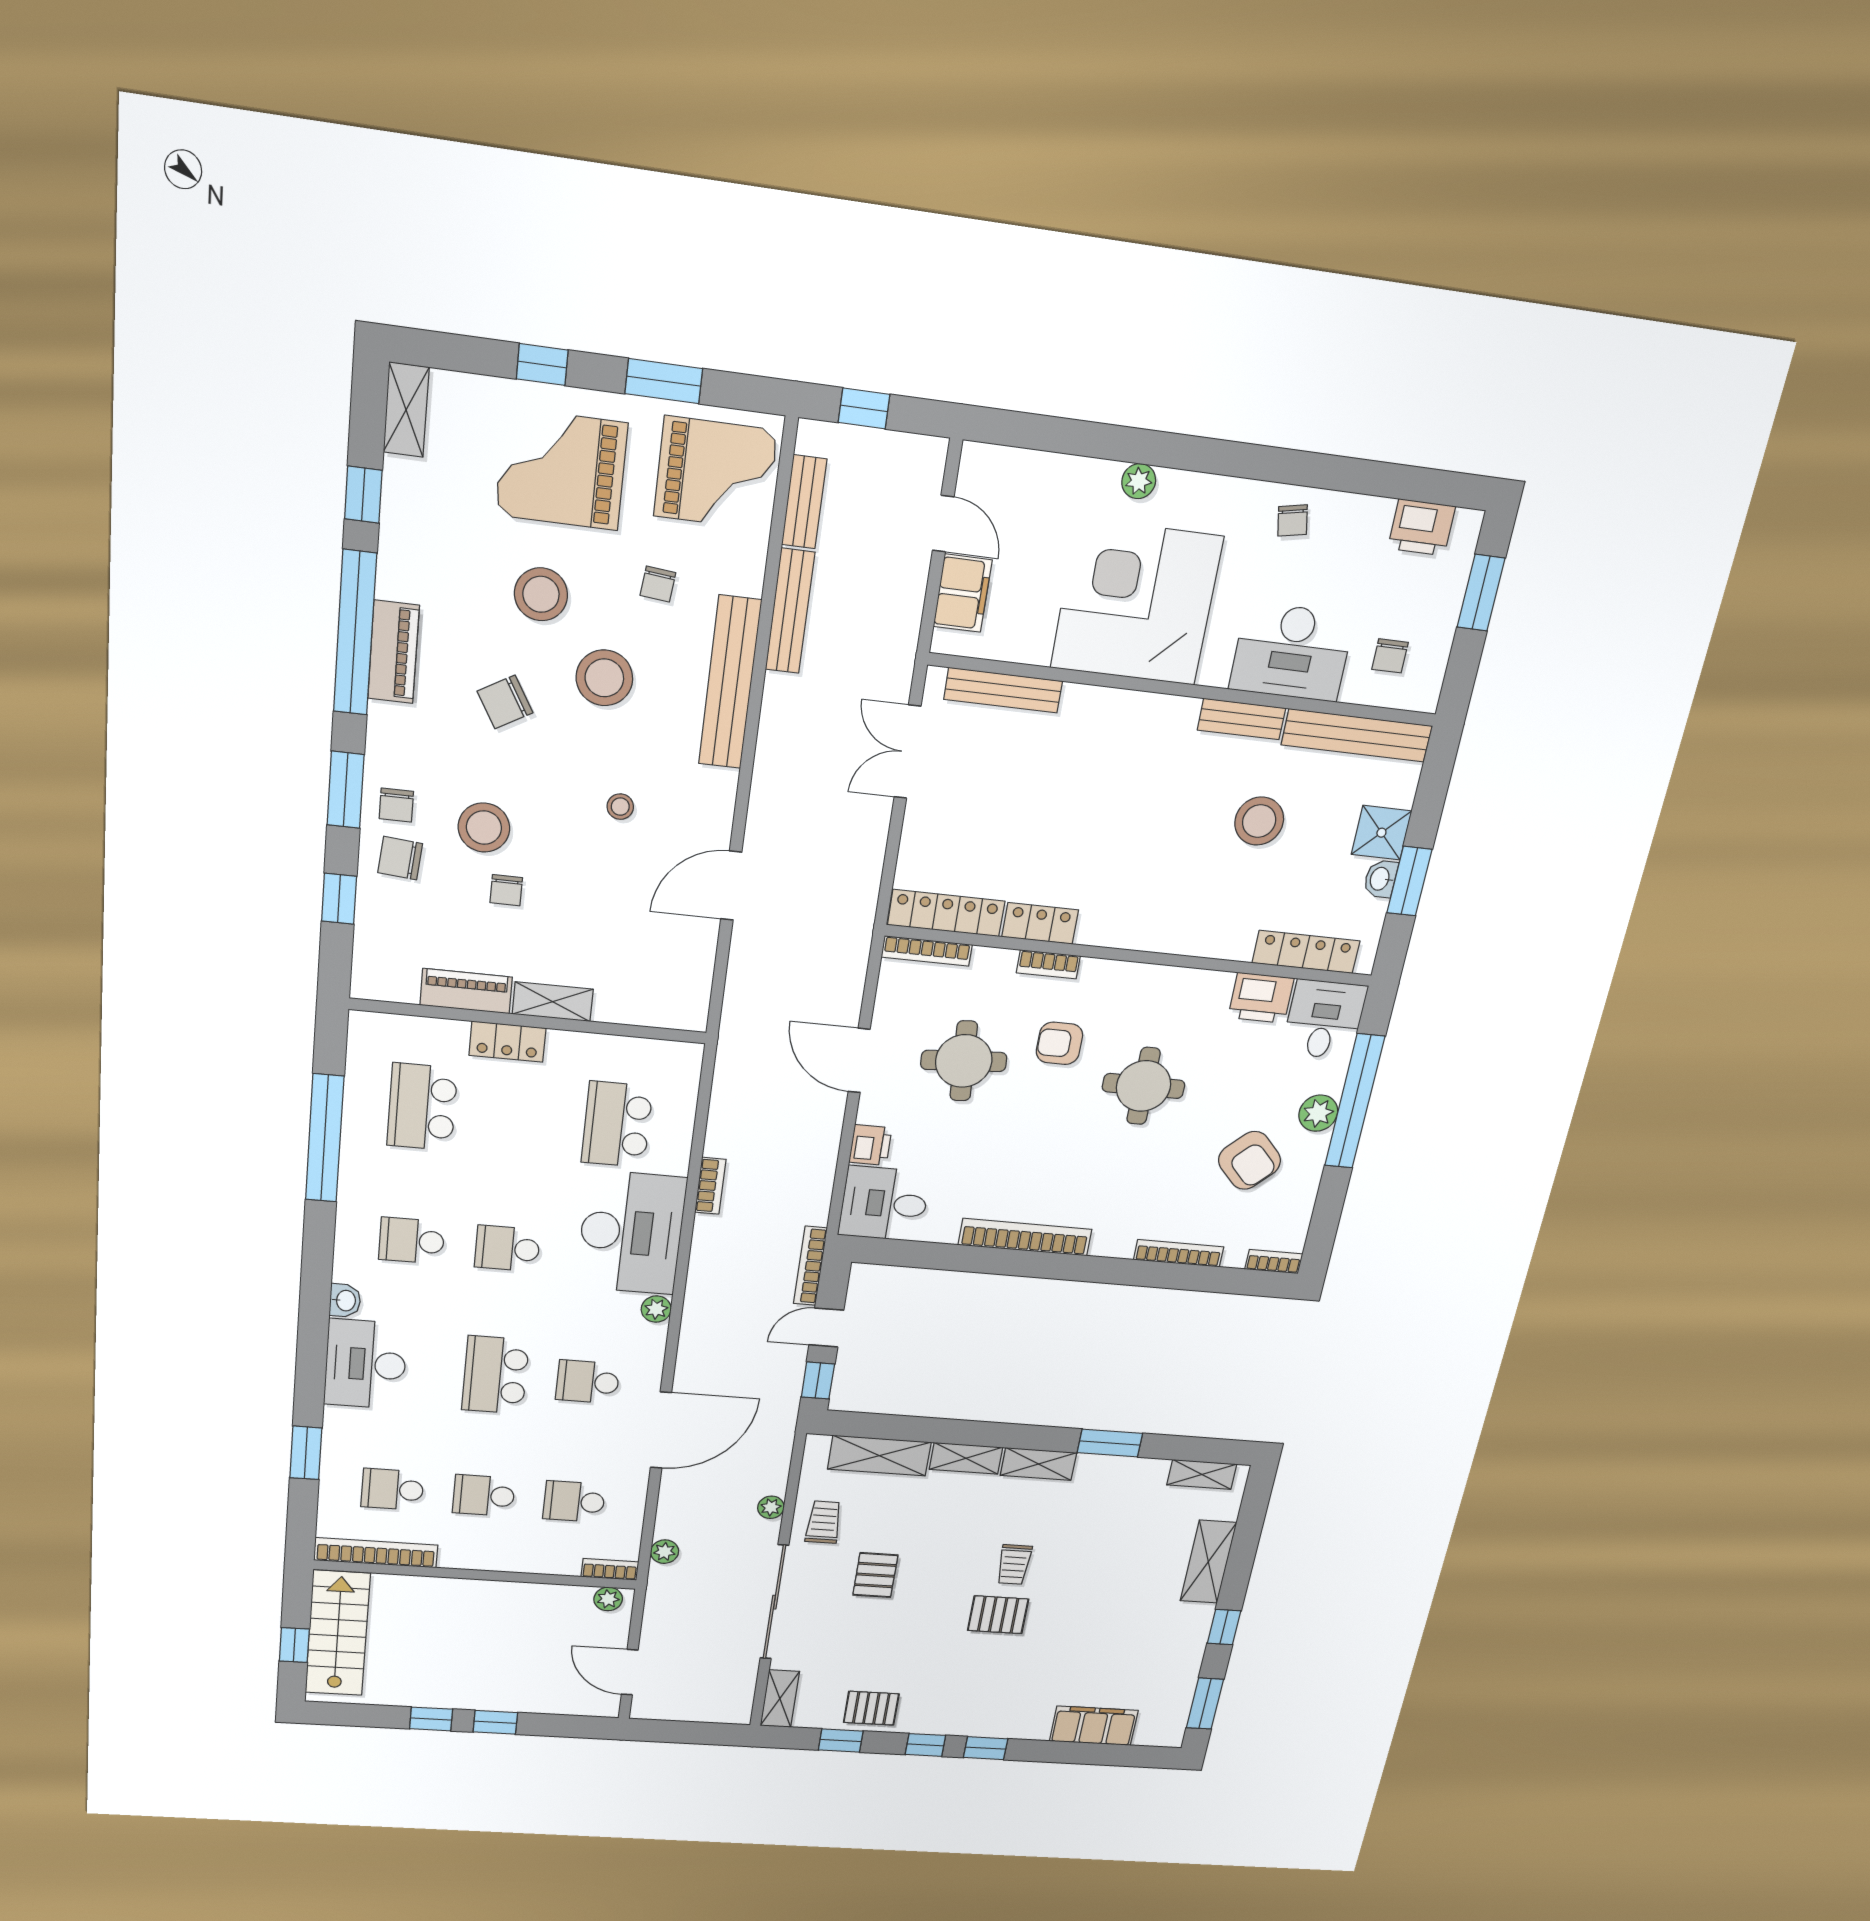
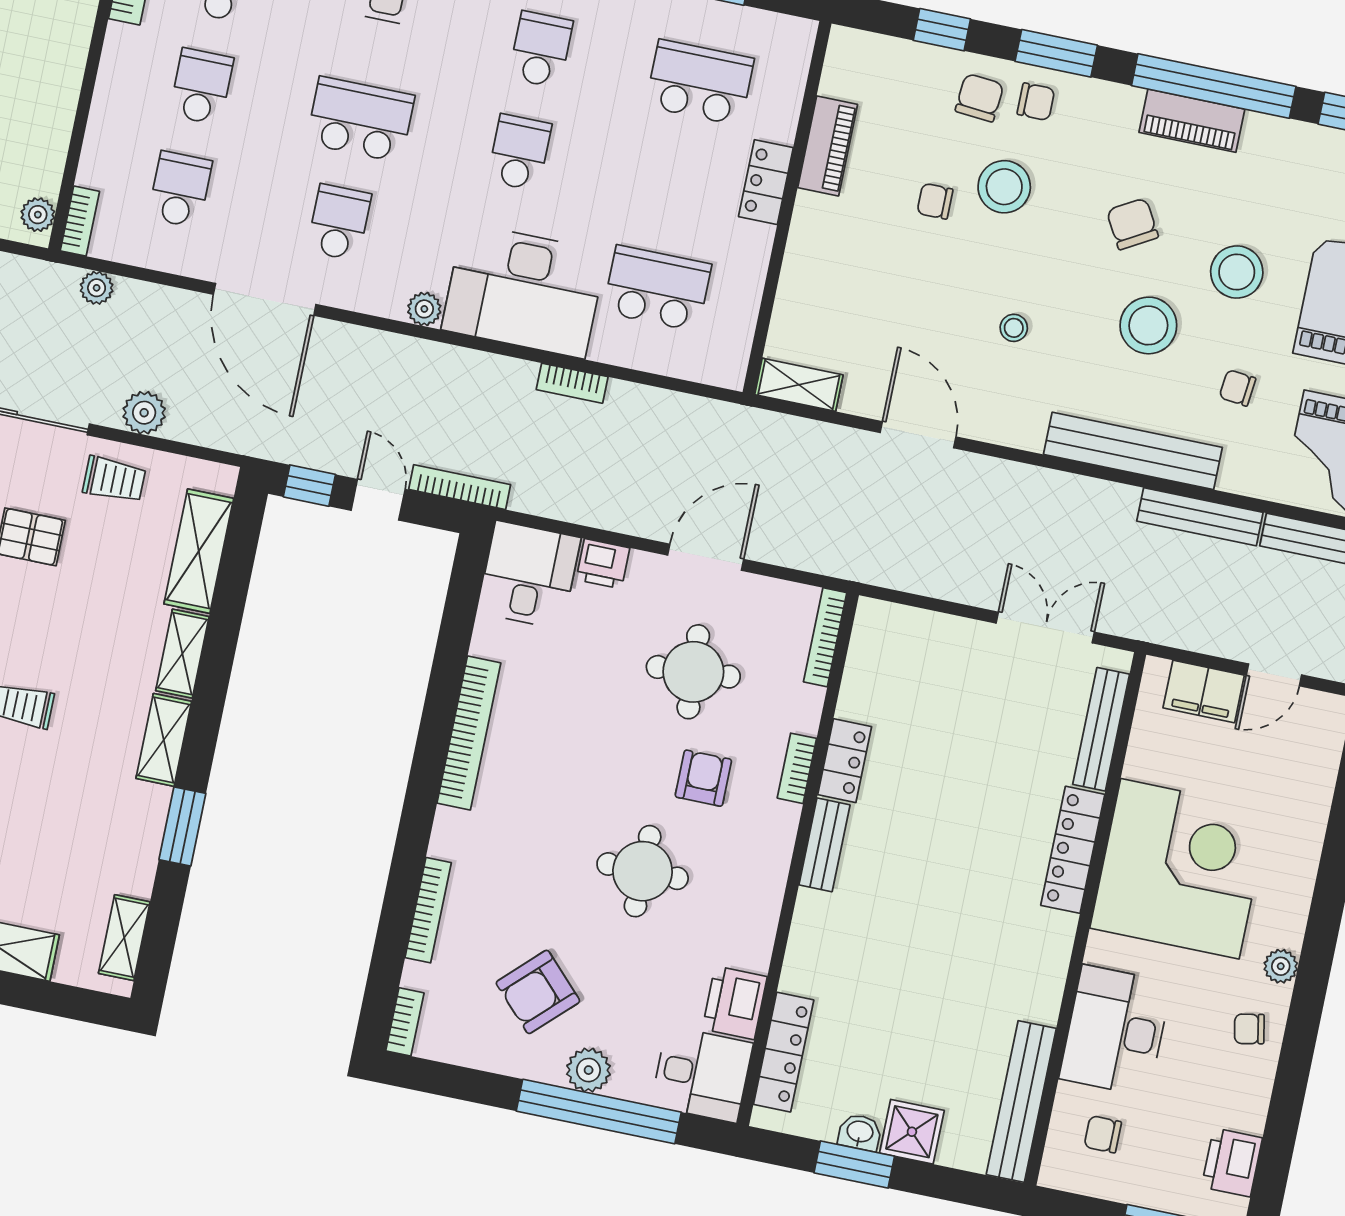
plant: (1139, 481) -> (1281, 966), moved
bench: (1242, 719) -> (824, 845), moved
chair: (396, 805) -> (1036, 102), turned 180
stool: (1259, 821) -> (937, 998), removed
locker: (946, 913) -> (1073, 850), moved, turned 180
shelving: (553, 1002) -> (799, 385), moved, turned 90
plant: (771, 1507) -> (144, 413), width x1.38, depth x1.38

